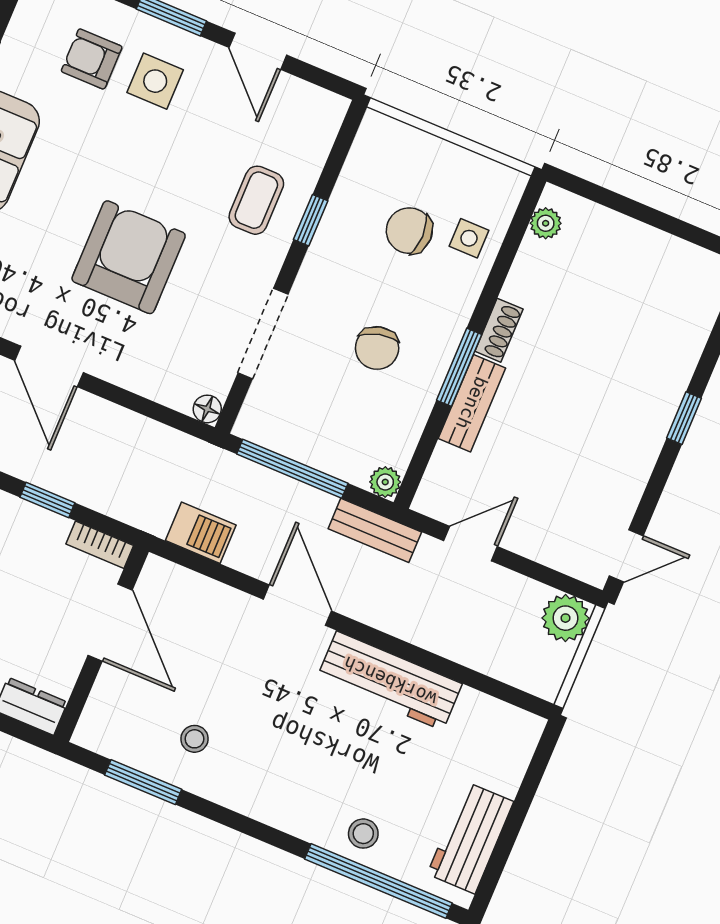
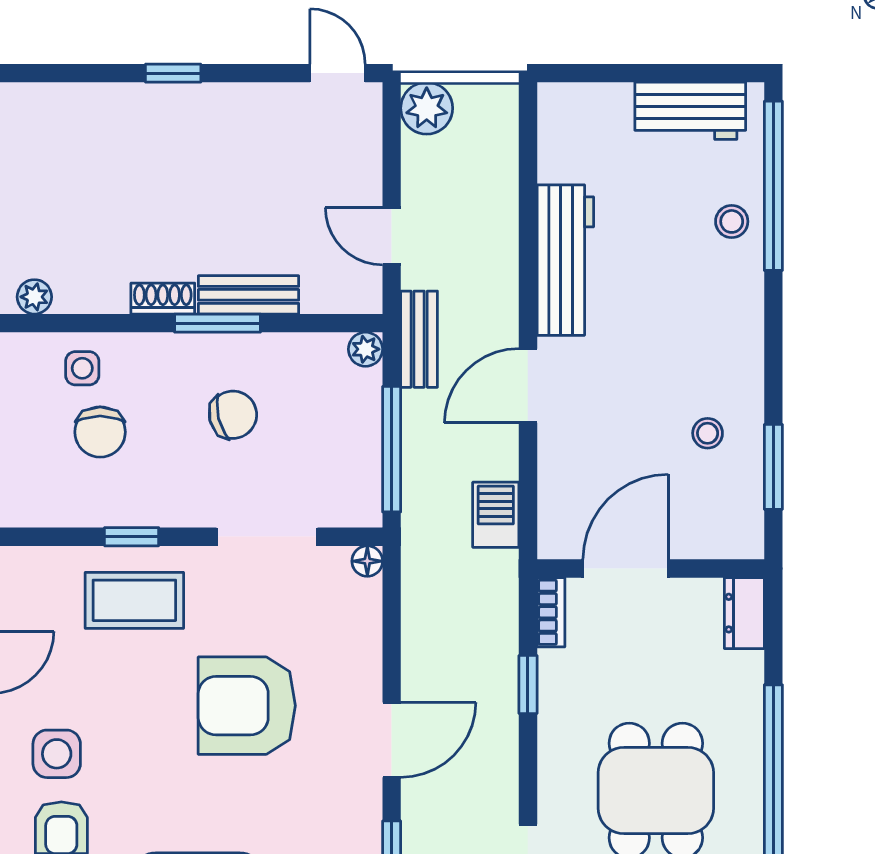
coffee table: (256, 200) -> (134, 600), width x1.36, depth x1.30

